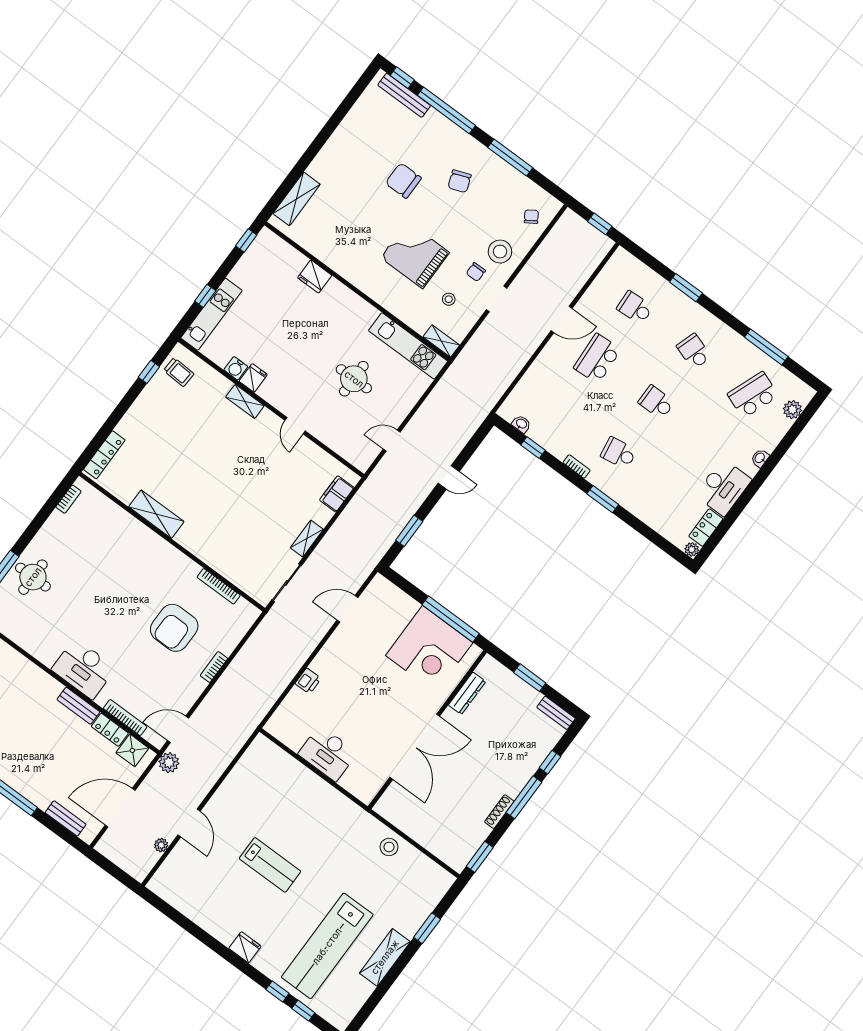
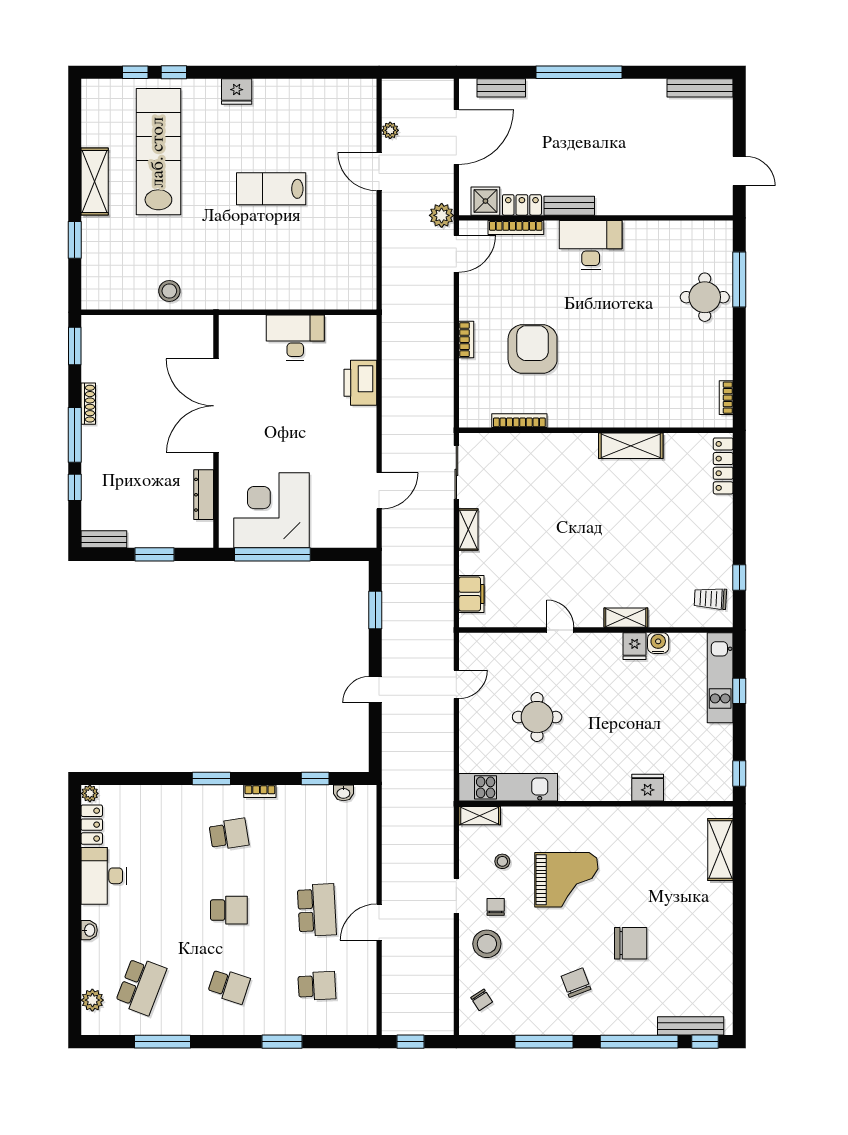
printer: (308, 681) -> (360, 383), width x1.87, depth x1.48

